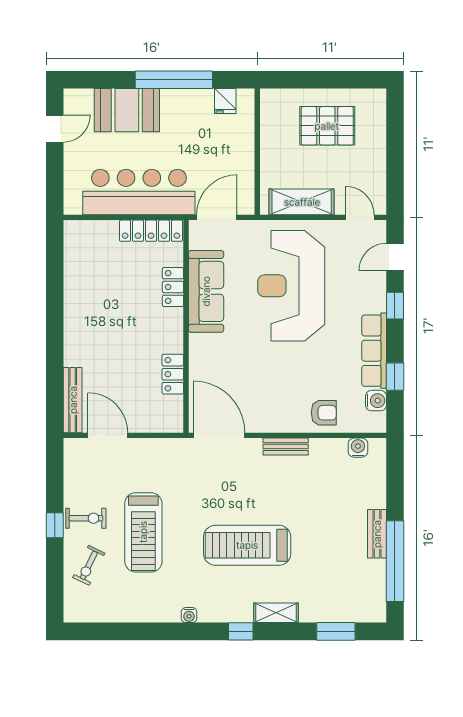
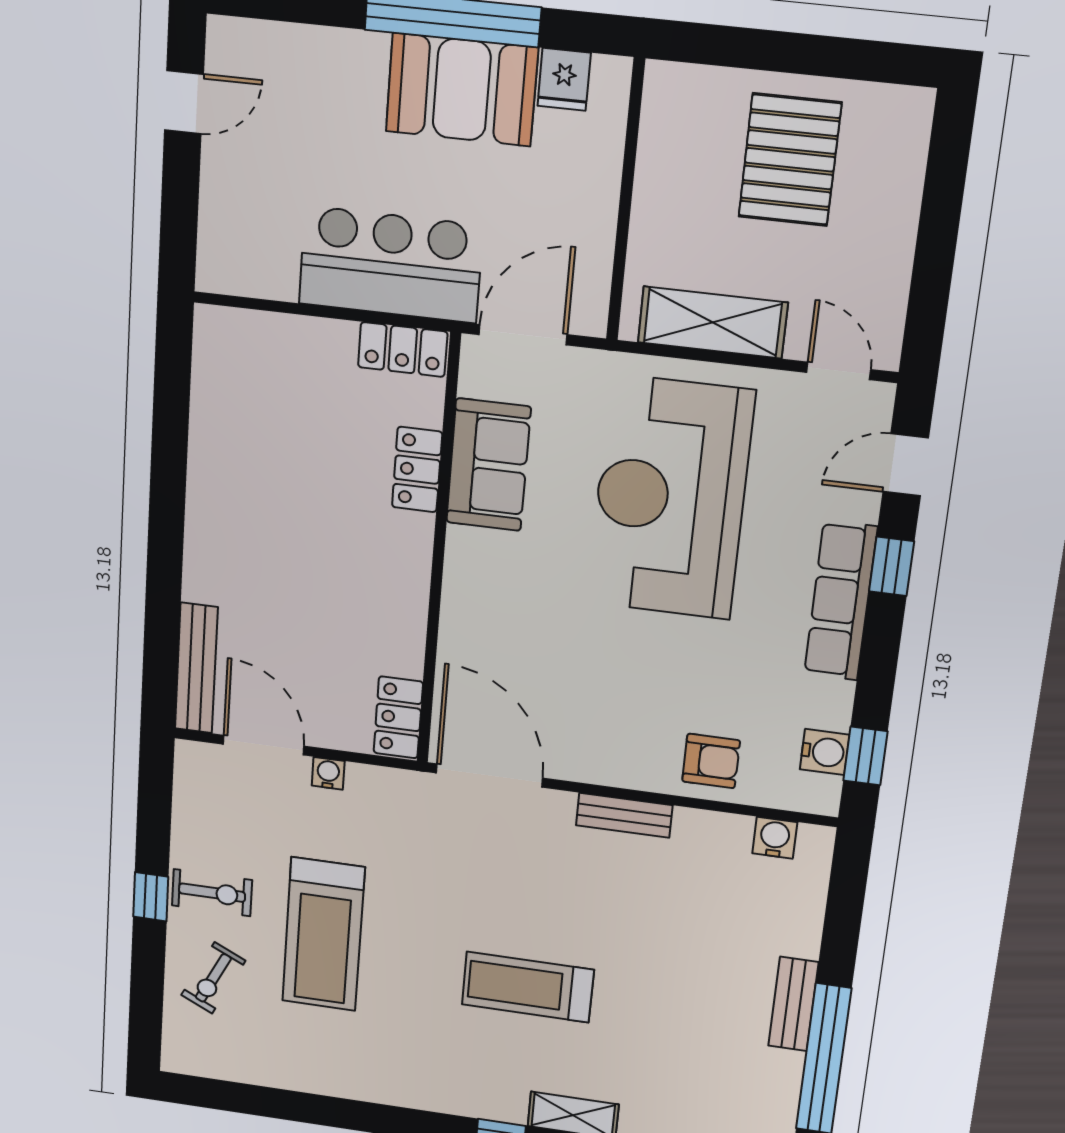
booth: (127, 110) -> (462, 90), moved
pallet: (327, 126) -> (790, 160), turned 90
bar counter: (139, 192) -> (391, 265), width x0.73
locker: (151, 231) -> (403, 349), width x0.66
sofa: (206, 291) -> (488, 465), width x0.73
row of seats: (374, 351) -> (841, 601), moved
locker: (173, 374) -> (398, 717), moved
window: (395, 377) -> (865, 756), moved
treadmill: (247, 545) -> (528, 987), width x0.73, depth x0.73
water cooler: (189, 615) -> (328, 773), moved, turned 180

